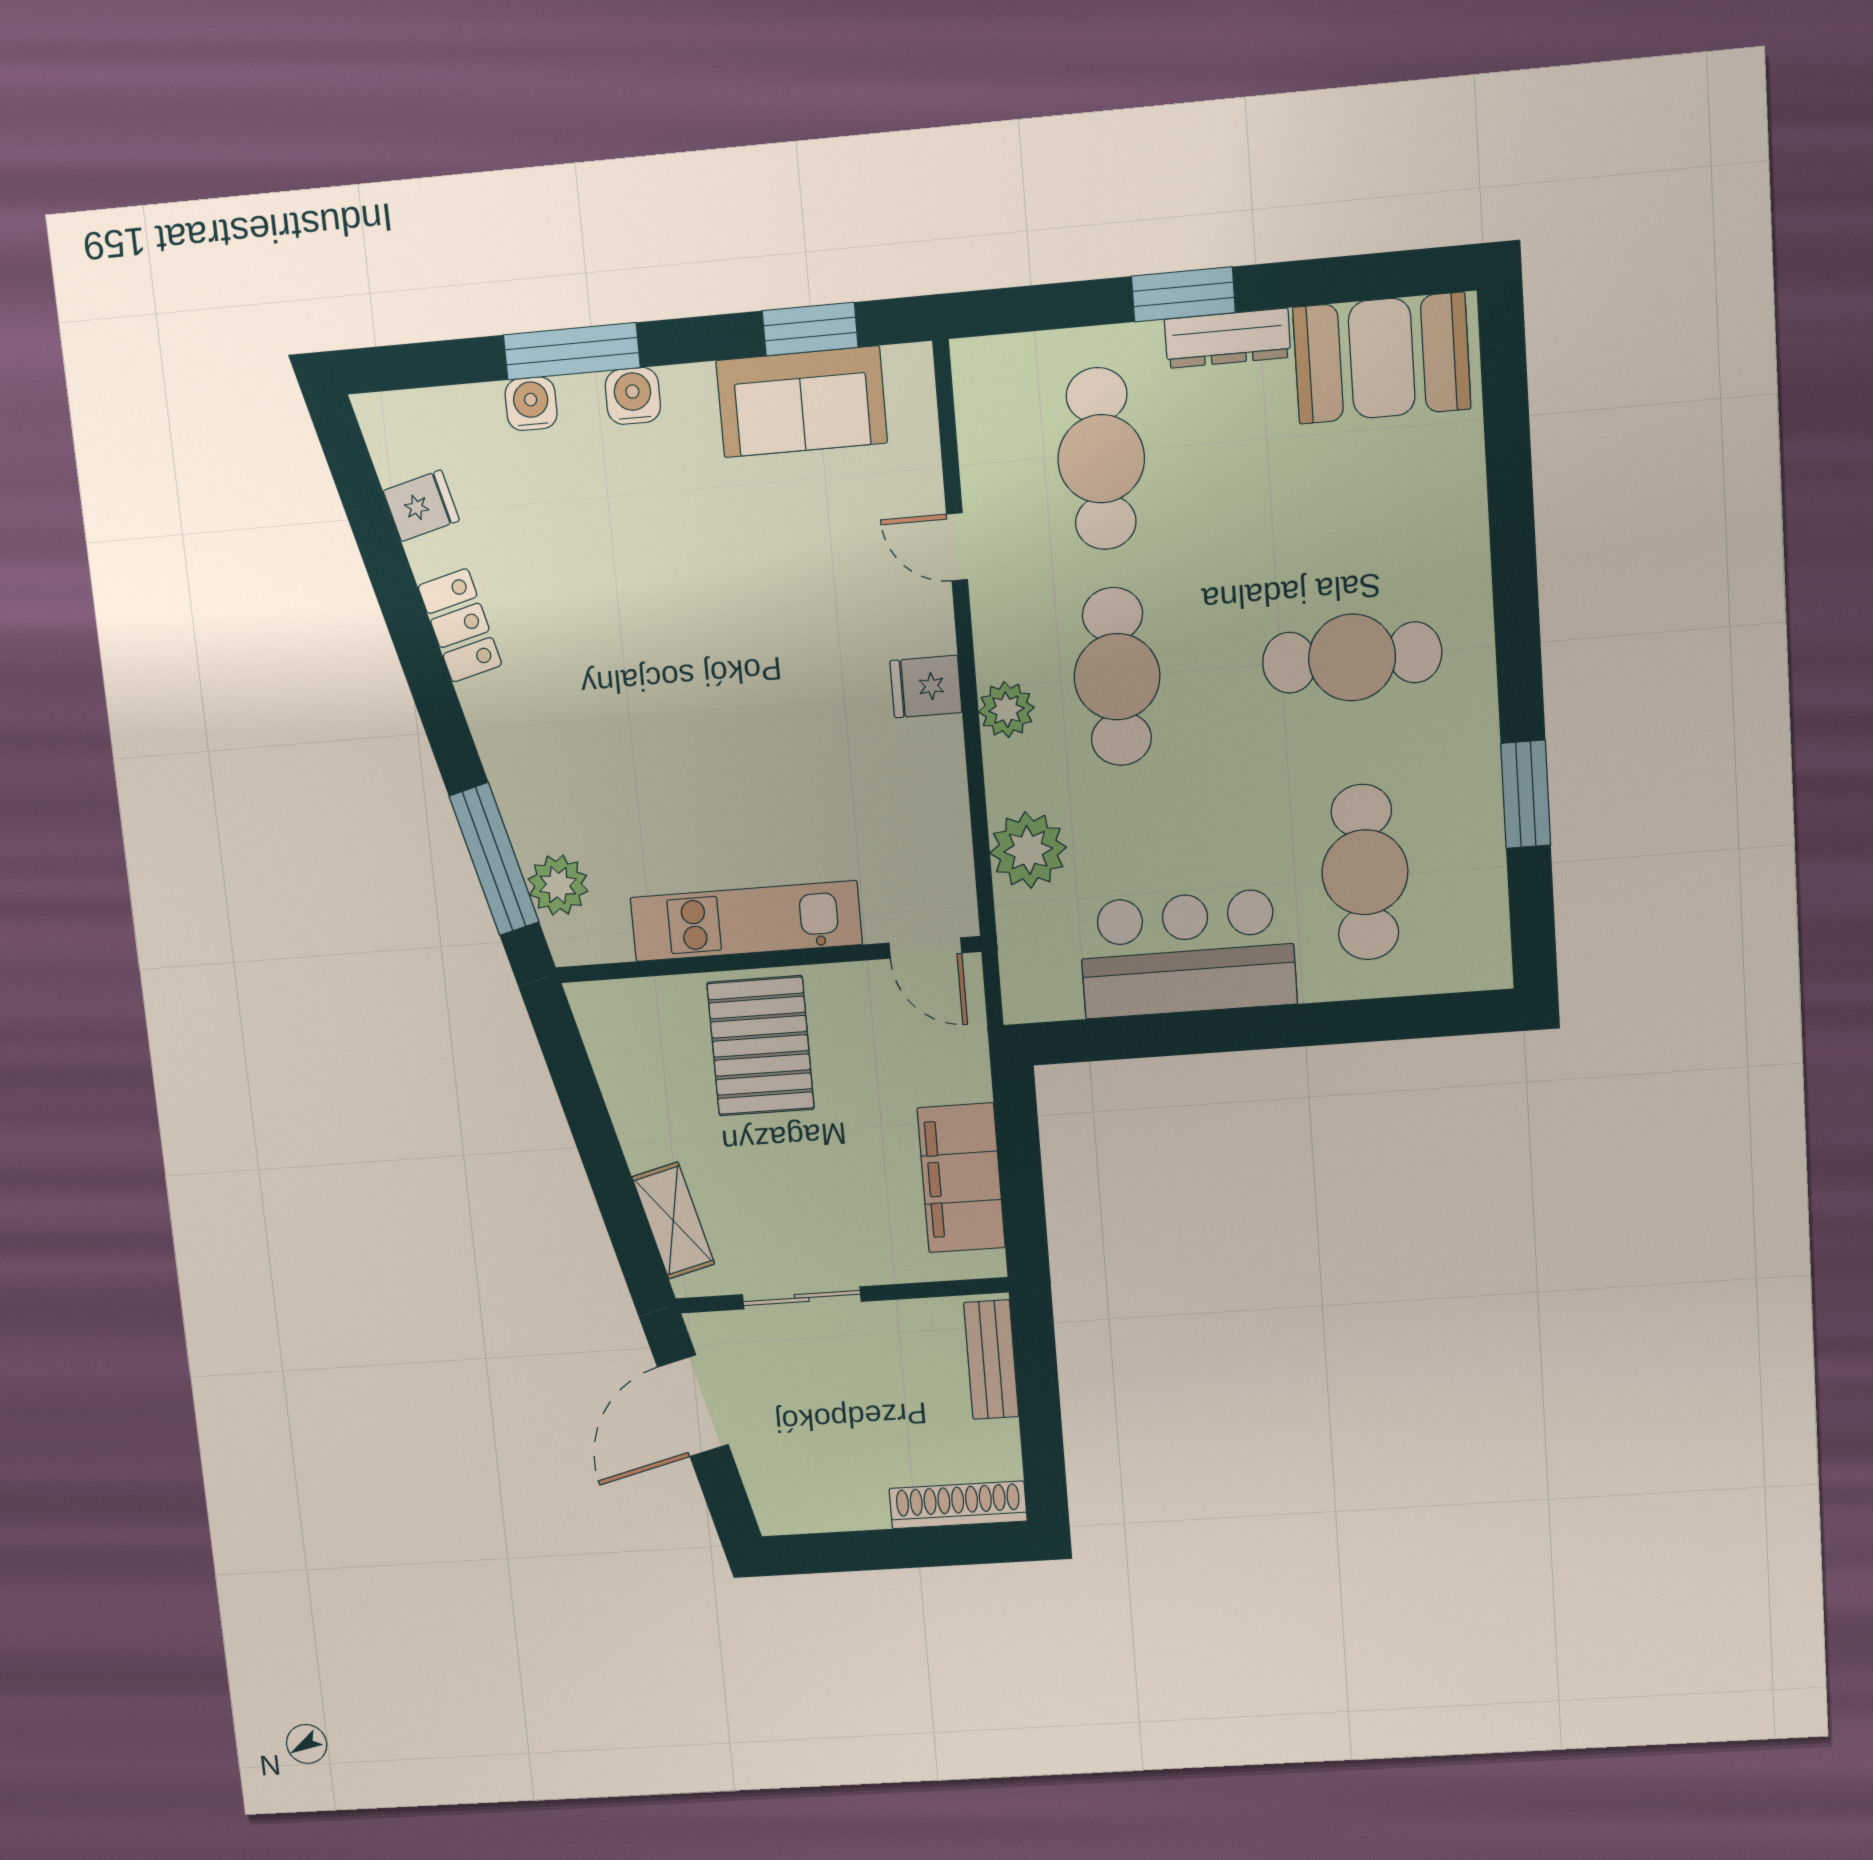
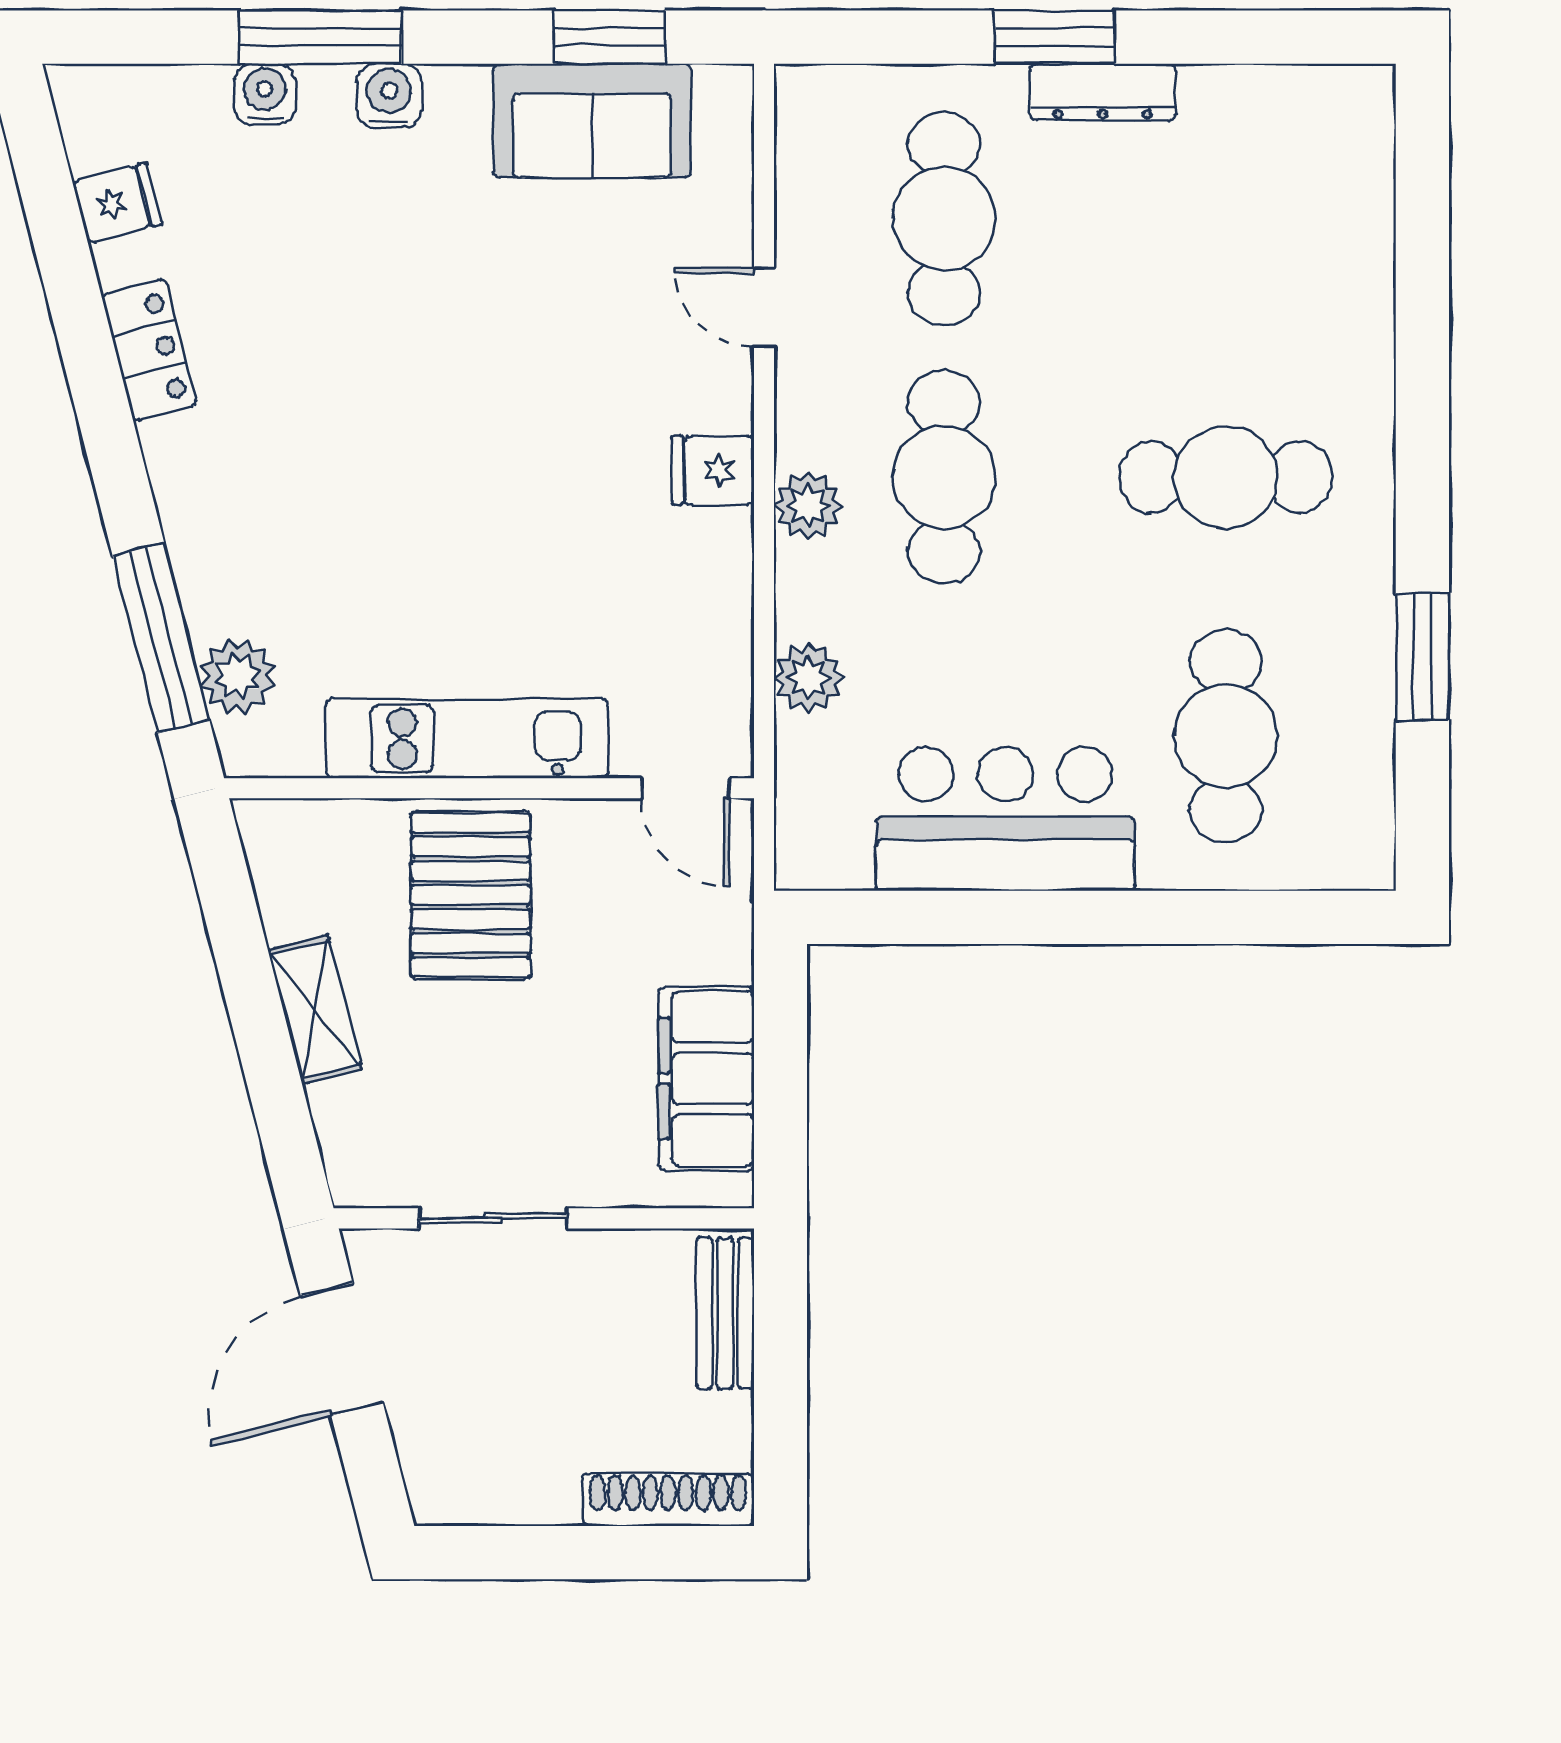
booth: (1382, 358) -> (1281, 131), removed
plant: (1028, 850) -> (808, 678), width x0.73, depth x0.73
shelving: (673, 1221) -> (315, 1009), moved

